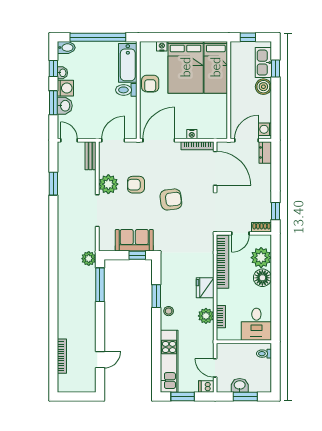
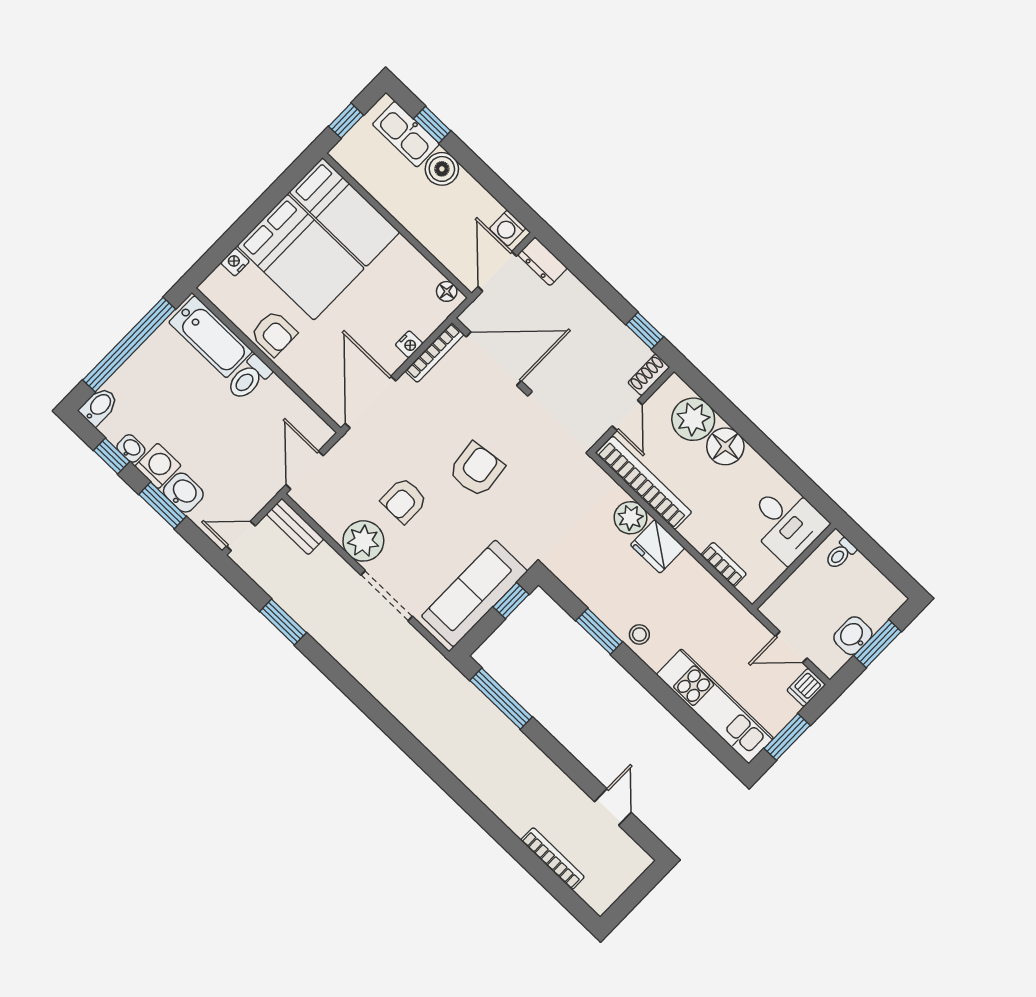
floor lamp: (223, 129) -> (447, 291), added
sofa: (134, 240) -> (474, 593), width x1.36
plant: (89, 259) -> (446, 678), removed
plant: (206, 316) -> (630, 518), moved

